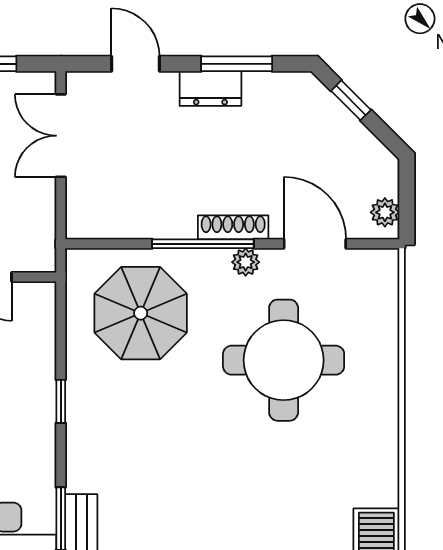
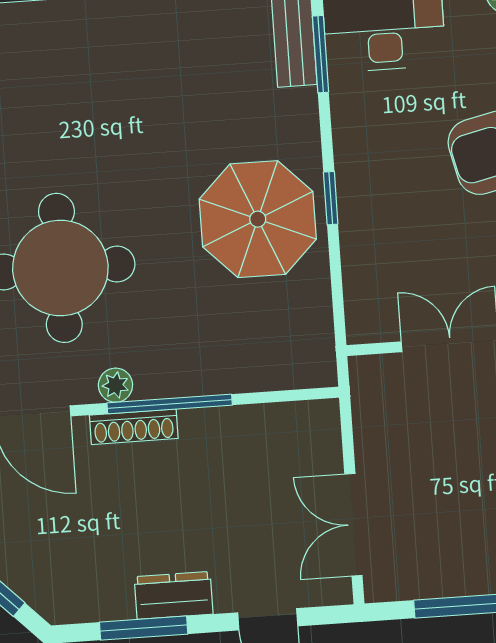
double door: (61, 136) -> (353, 525), swing flipped
parasol: (141, 313) -> (258, 219), moved

